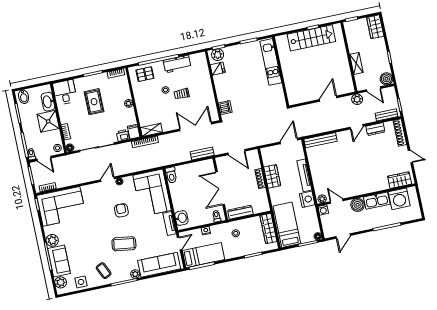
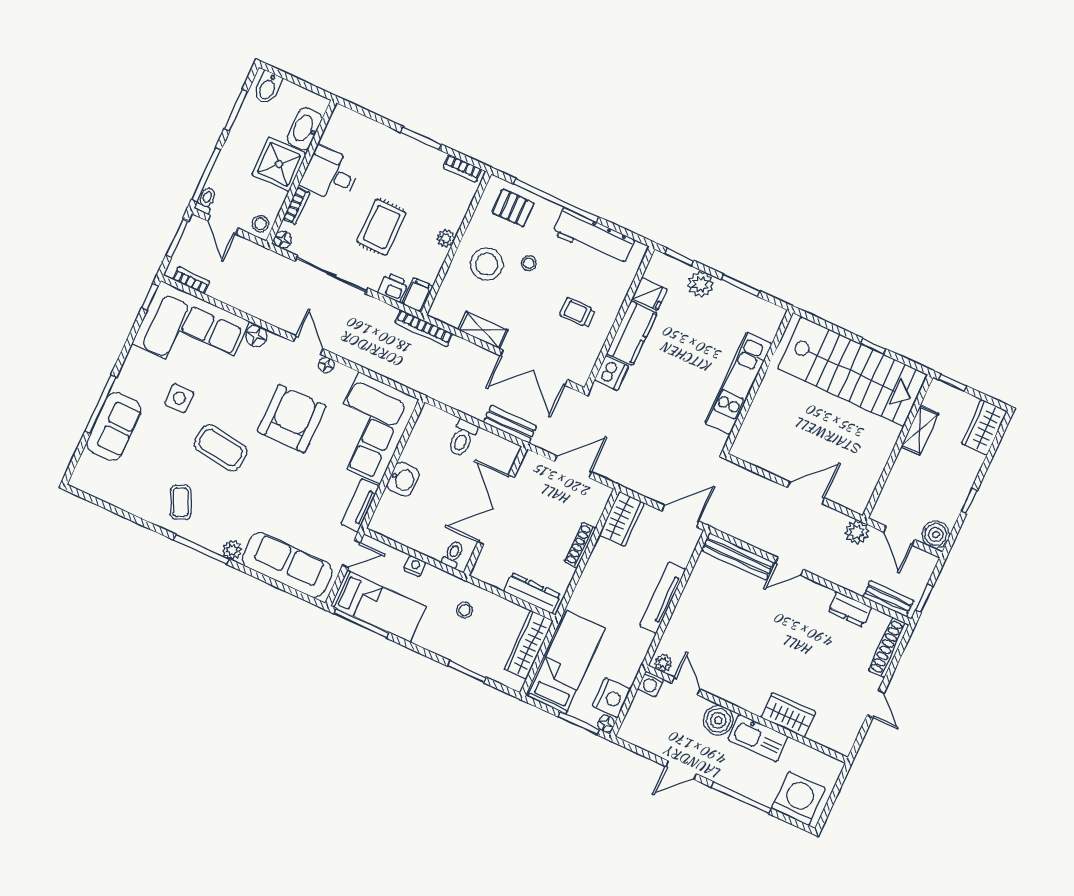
stairs: (311, 38) -> (852, 372), width x1.36, depth x1.51
plant: (218, 55) -> (701, 284), moved
kitchen unit: (271, 62) -> (738, 383), moved
shelving: (356, 63) -> (920, 430), moved
workbench: (177, 64) -> (593, 237), width x1.37
kitchen counter: (222, 88) -> (632, 333), added
desk: (65, 92) -> (330, 175), moved, turned -90
trolley: (182, 94) -> (577, 312), moved
rug: (94, 102) -> (382, 227), moved
stool: (151, 102) -> (487, 264), added
double door: (196, 127) -> (534, 368), swing flipped
door: (357, 127) -> (789, 566), moved
shelving: (151, 130) -> (483, 330), moved
door: (236, 152) -> (573, 467), swing flipped
toilet: (171, 175) -> (462, 438), moved
wardrobe: (272, 176) -> (622, 519), moved
door: (108, 179) -> (308, 345), hinge flipped
wardrobe: (400, 180) -> (788, 715), moved
floor lamp: (86, 190) -> (256, 336), added
nightstand: (307, 199) -> (611, 698), moved
washing machine: (399, 199) -> (798, 798), moved, turned 180
armchair: (121, 210) -> (292, 419), width x1.88, depth x1.88
dresser: (240, 212) -> (532, 593), moved
washbasin: (181, 218) -> (403, 479), moved
door: (343, 236) -> (681, 770), moved
plant: (52, 240) -> (129, 381), removed
coffee table: (124, 244) -> (221, 448), moved
plant: (61, 282) -> (89, 466), removed
side table: (81, 282) -> (179, 398), moved

